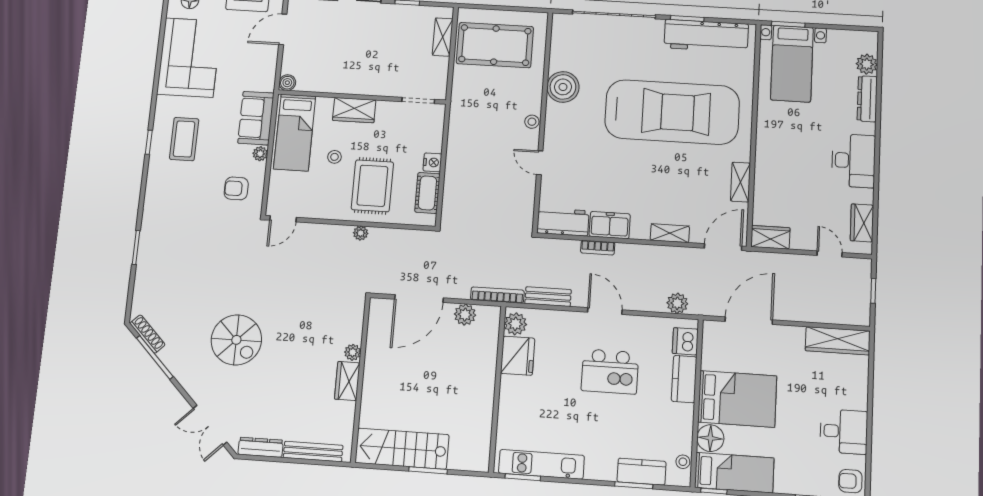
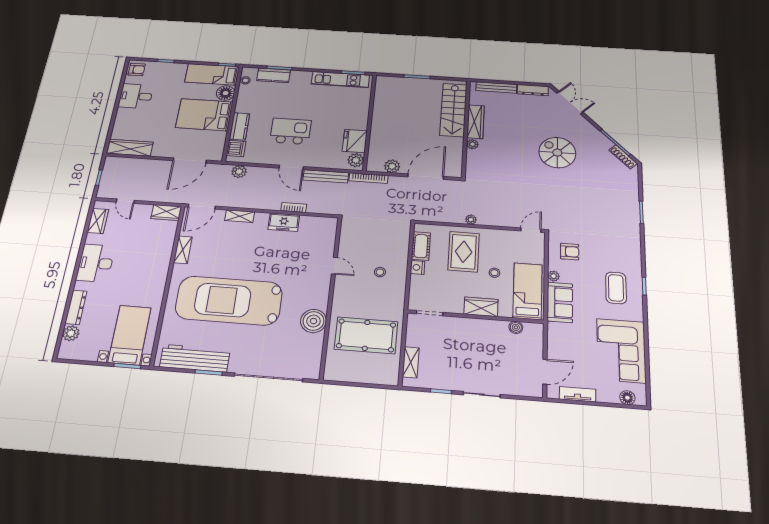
pool table: (495, 45) -> (366, 335), moved
boiler: (287, 83) -> (516, 327), moved
stool: (532, 122) -> (380, 272), moved
workbench: (563, 222) -> (318, 225), removed
bench: (548, 297) -> (326, 176), width x1.36
wardrobe: (347, 381) -> (476, 122), width x1.50
stairs: (402, 449) -> (453, 110), moved, turned 90

